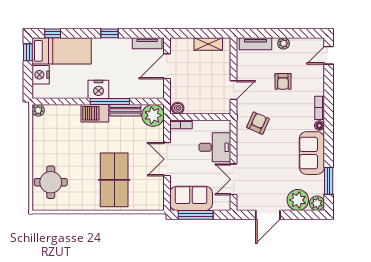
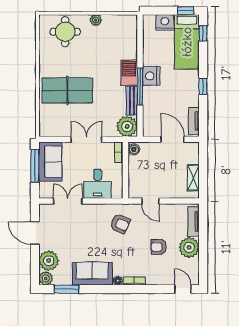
plant: (284, 43) -> (189, 247), width x1.88, depth x1.88
plant: (38, 110) -> (96, 20), moved

